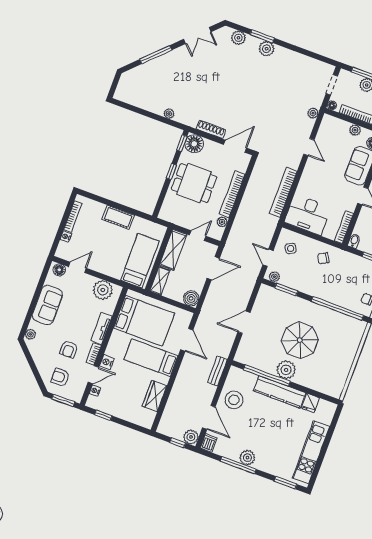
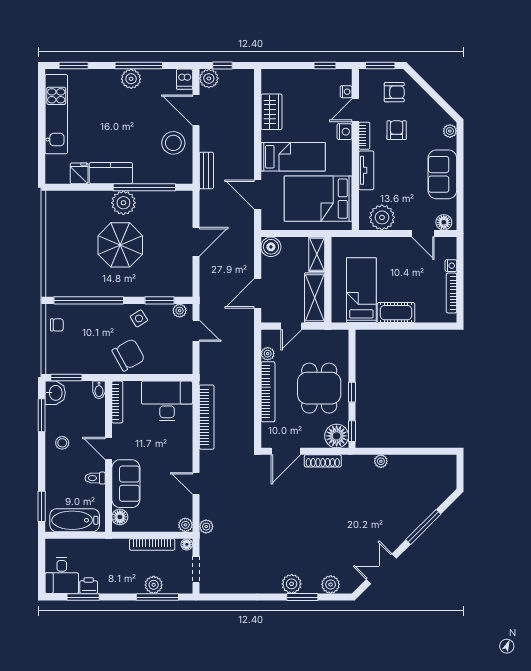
plant: (355, 130) -> (185, 525), moved
dining table: (194, 183) -> (319, 388), turned 90
side table: (291, 248) -> (139, 318), moved
chair: (323, 258) -> (128, 355), width x1.87, depth x1.87
bed: (140, 261) -> (361, 290), moved, turned 180
door: (77, 267) -> (423, 234), hinge flipped
kitchen counter: (280, 392) -> (111, 173), width x0.67

